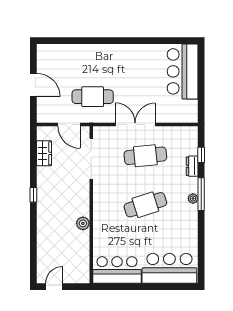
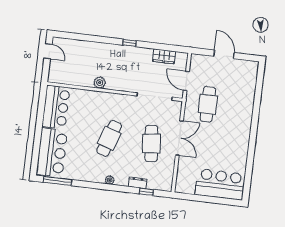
door: (33, 85) -> (224, 54), swing flipped
door: (69, 124) -> (186, 81), hinge flipped
window: (201, 194) -> (57, 181), moved
cafe table: (145, 205) -> (109, 138), turned 36

